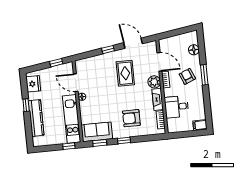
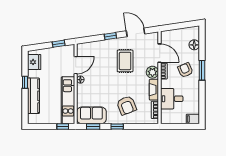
door: (76, 83) -> (76, 65), swing flipped
armchair: (131, 118) -> (127, 105), turned -111

